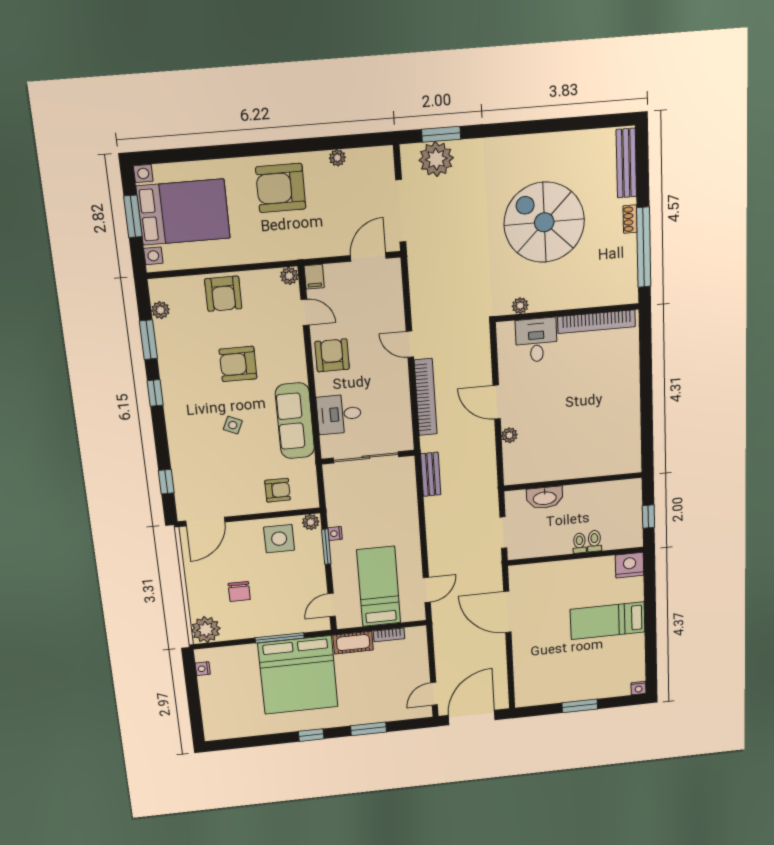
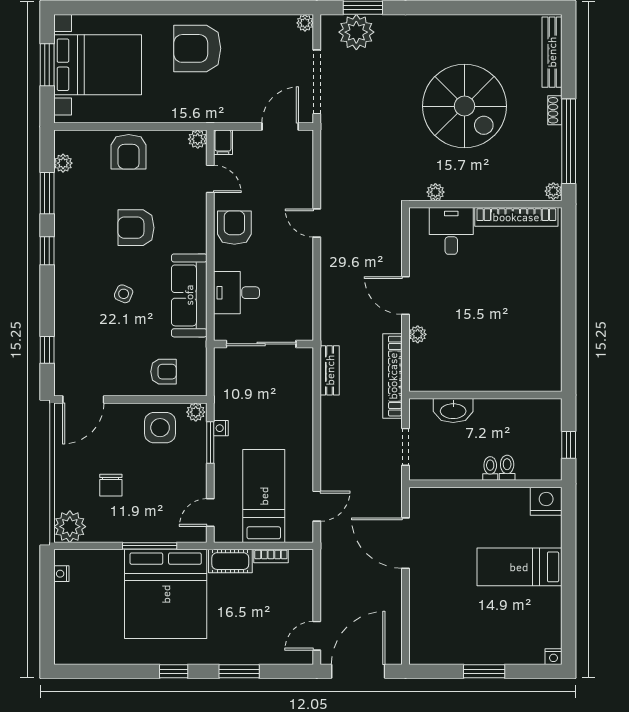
plant: (337, 158) -> (305, 23), moved
spiral stairs: (544, 222) -> (465, 106), turned 180
plant: (630, 295) -> (553, 191), added
bookcase: (426, 397) -> (393, 376), moved, turned 180

